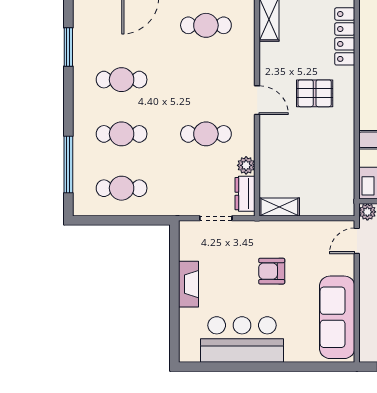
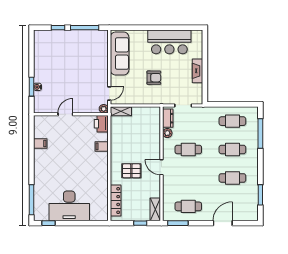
shelving: (279, 207) -> (121, 111), moved

